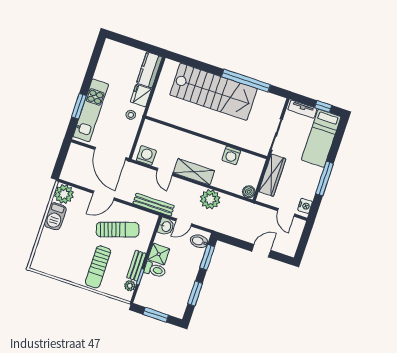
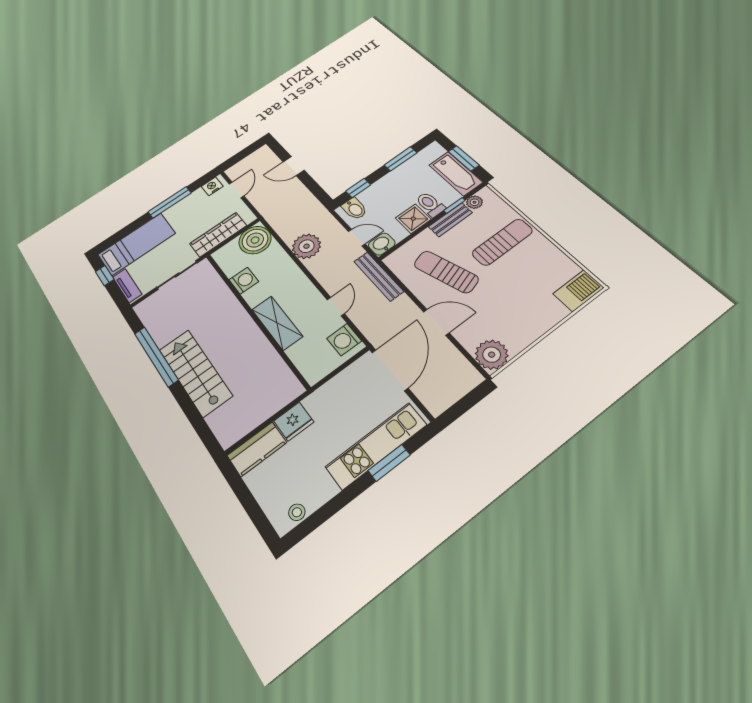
stairs: (214, 92) -> (195, 373), width x0.73, depth x0.66
stool: (131, 115) -> (297, 512), moved
shelving: (194, 172) -> (277, 323), moved
boiler: (249, 192) -> (255, 240), width x1.86, depth x1.86
barbecue: (55, 216) -> (578, 291), moved
window: (207, 257) -> (358, 188), width x0.67
bathtub: (154, 301) -> (456, 174), added

